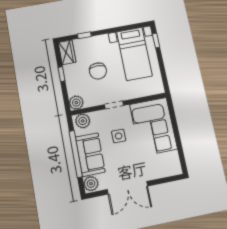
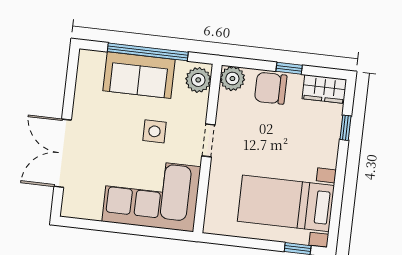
chair: (98, 71) -> (271, 88), moved
plant: (91, 184) -> (92, 62), removed
double door: (127, 188) -> (63, 153), moved

